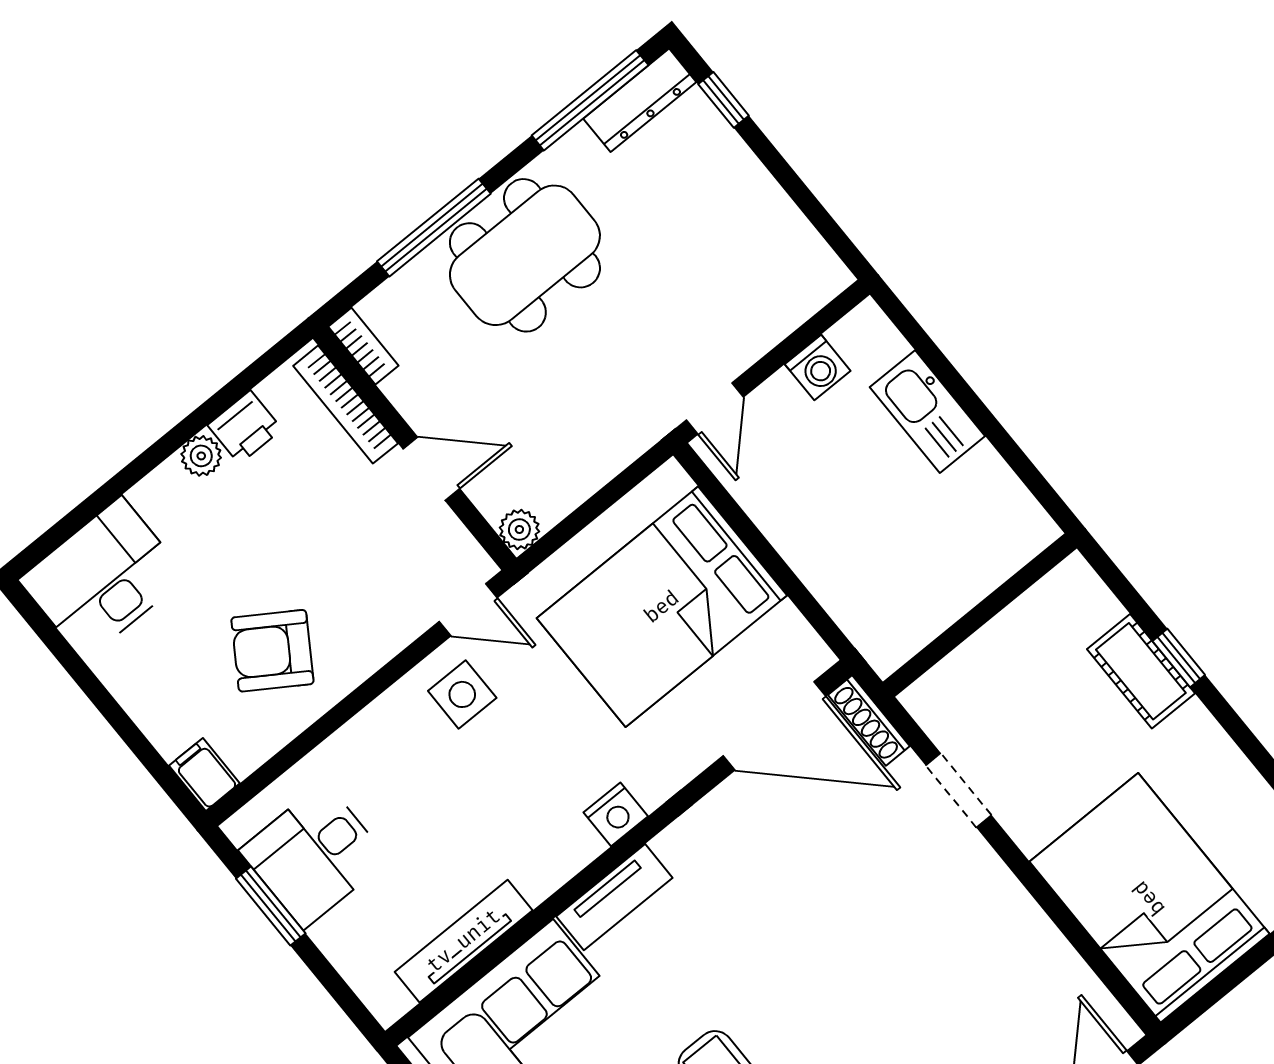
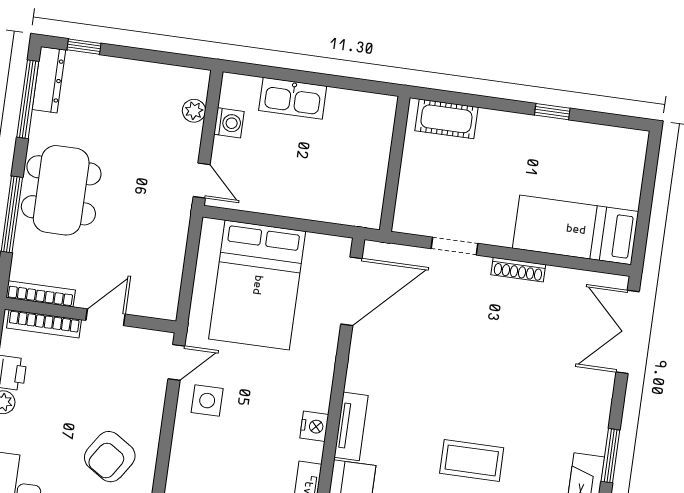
bookcase: (363, 346) -> (41, 294), width x1.56
plant: (519, 530) -> (194, 111), moved
window: (1179, 658) -> (552, 112), moved
cot: (1141, 671) -> (446, 119), moved
shoe rack: (869, 720) -> (518, 270), moved
nightstand: (616, 814) -> (314, 426), moved
bed: (1149, 898) -> (576, 230), width x0.67

